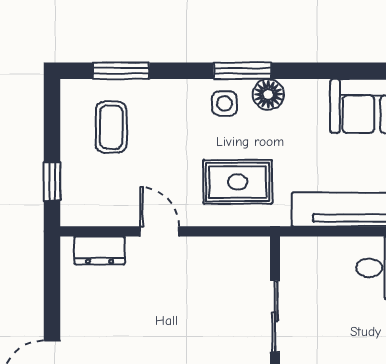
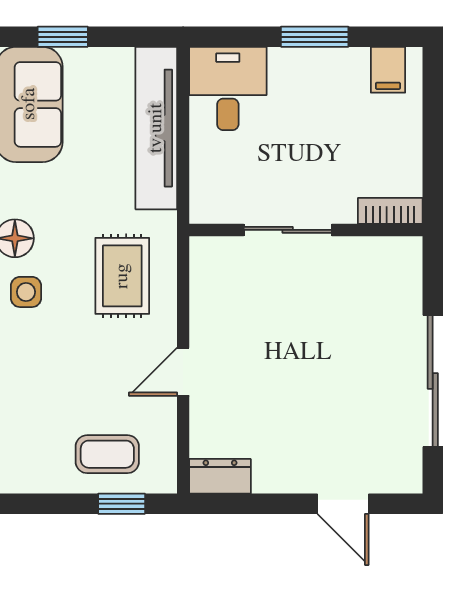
coffee table: (111, 127) -> (107, 454), moved
dresser: (100, 250) -> (220, 476), moved, turned -90

